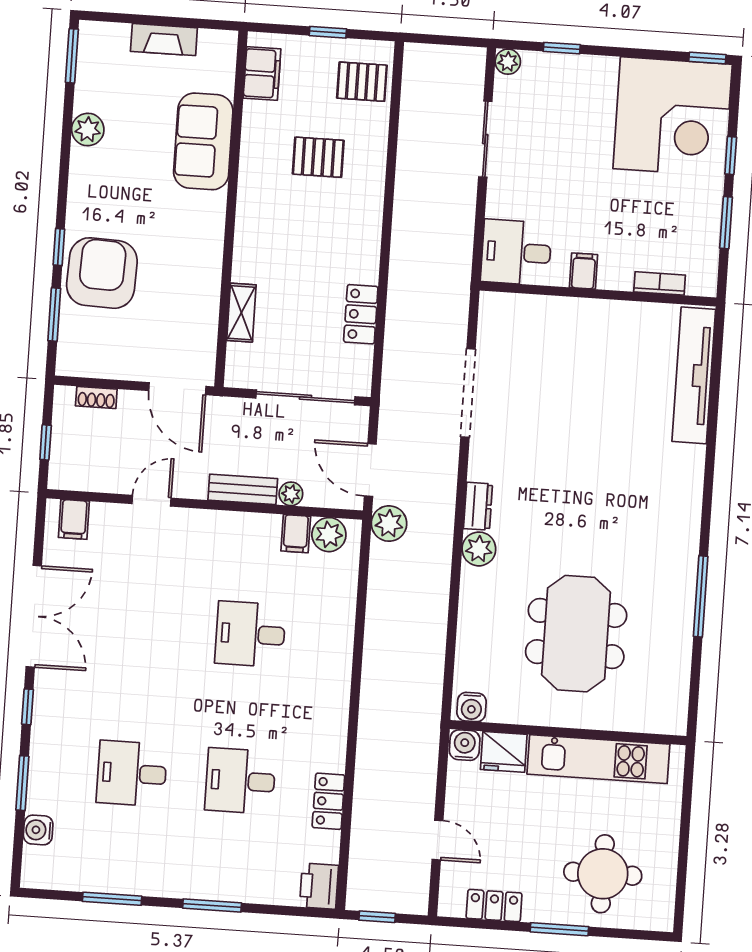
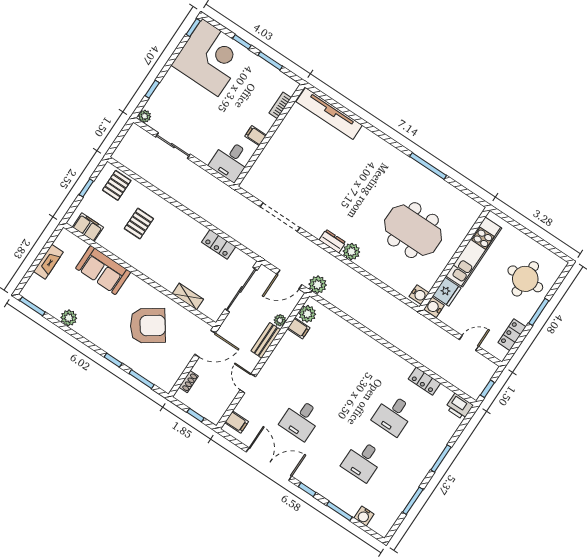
armchair: (102, 273) -> (148, 326), moved, turned 143
desk: (250, 634) -> (301, 419), moved

